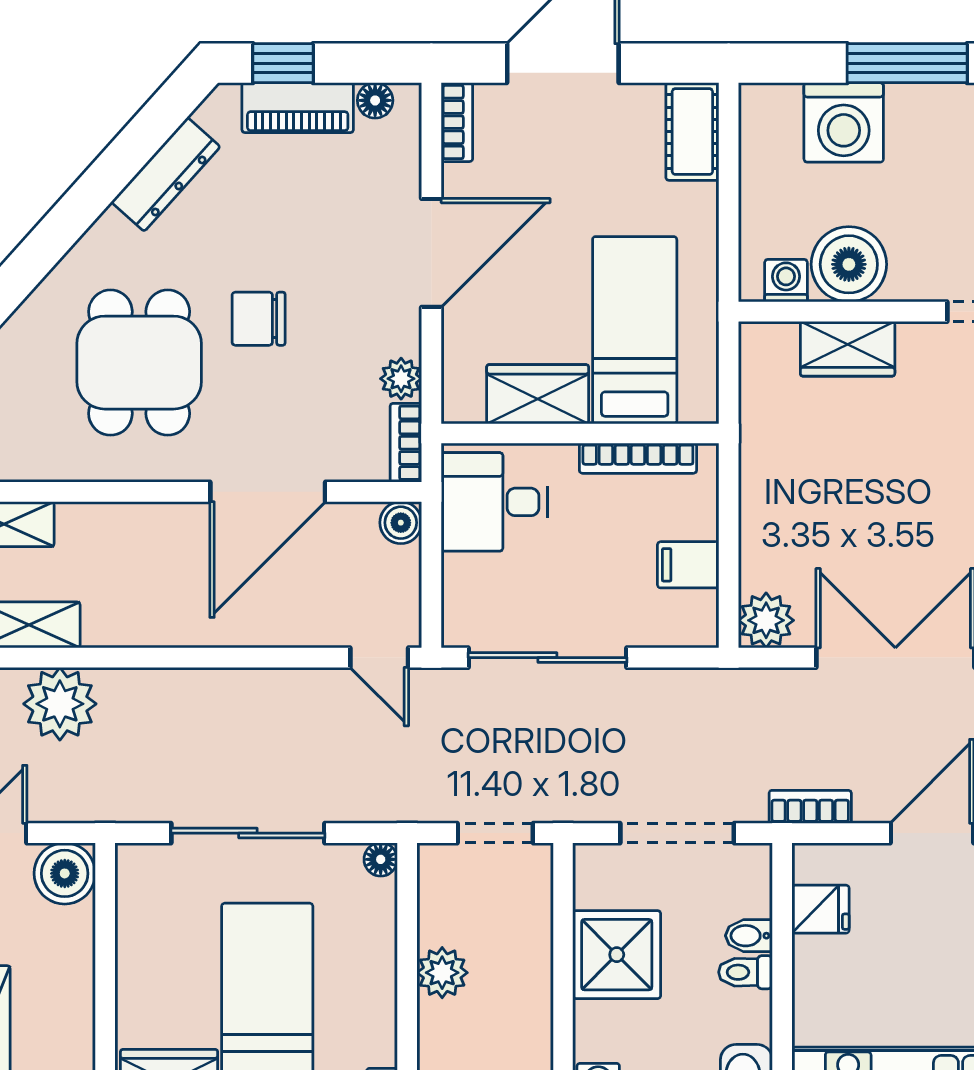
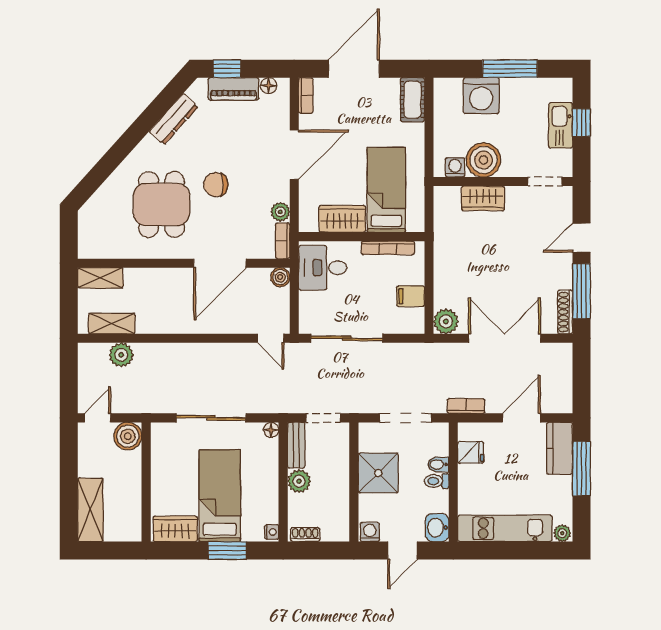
plant: (60, 704) -> (121, 355), width x0.73, depth x0.73
bench: (436, 893) -> (296, 445), added

